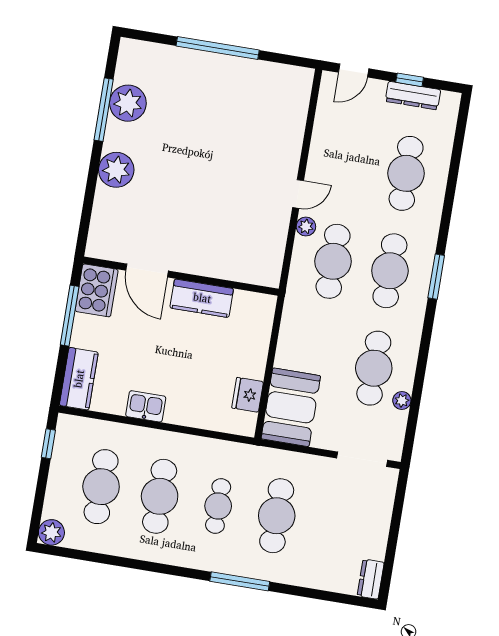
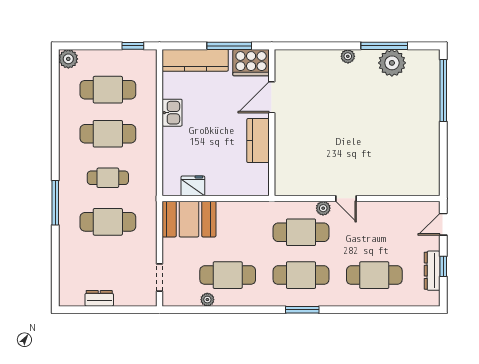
window: (218, 48) -> (443, 91), moved
door: (354, 71) -> (443, 224), hinge flipped
plant: (116, 170) -> (348, 56), width x0.53, depth x0.53
kitchen counter: (79, 379) -> (195, 60), width x1.50
doorway: (362, 459) -> (160, 278), width x0.73
dresser: (371, 579) -> (99, 298), moved

